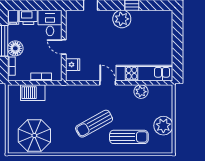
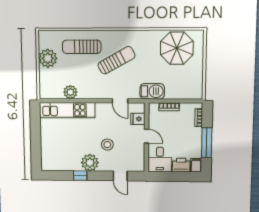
stool: (104, 38) -> (107, 145), added
floor lamp: (15, 48) -> (194, 135), removed
door: (108, 83) -> (120, 101), moved
barbecue: (33, 93) -> (152, 91), moved

